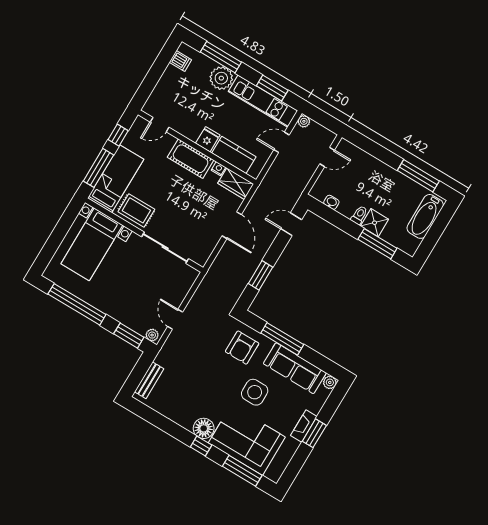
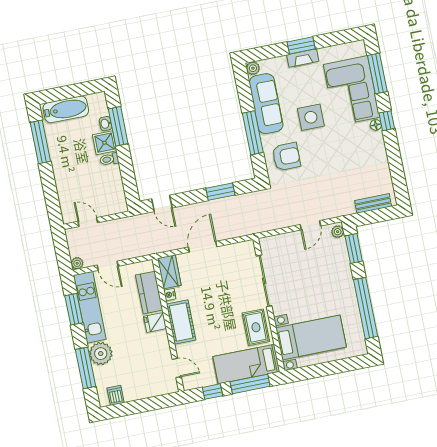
washbasin: (331, 202) -> (106, 124), moved
floor lamp: (204, 428) -> (376, 125), width x0.53, depth x0.53

